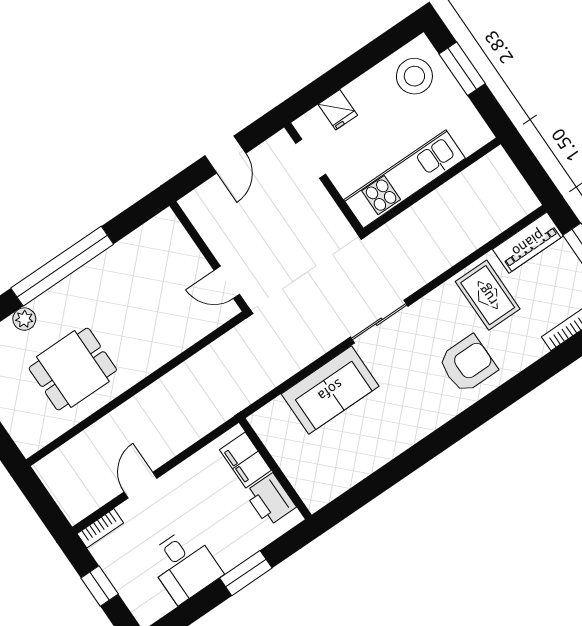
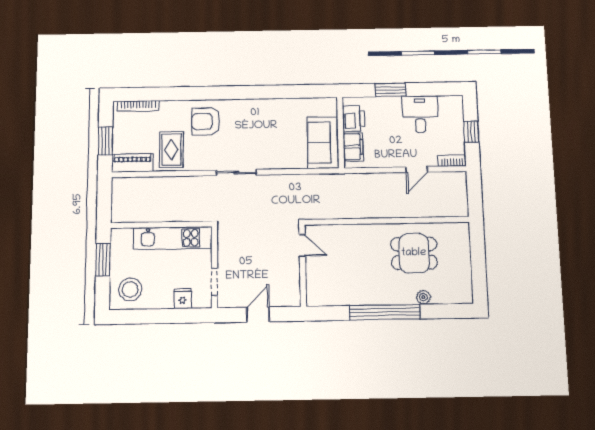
window: (462, 69) -> (103, 260), moved
sofa: (330, 390) -> (323, 143), moved, turned -90

